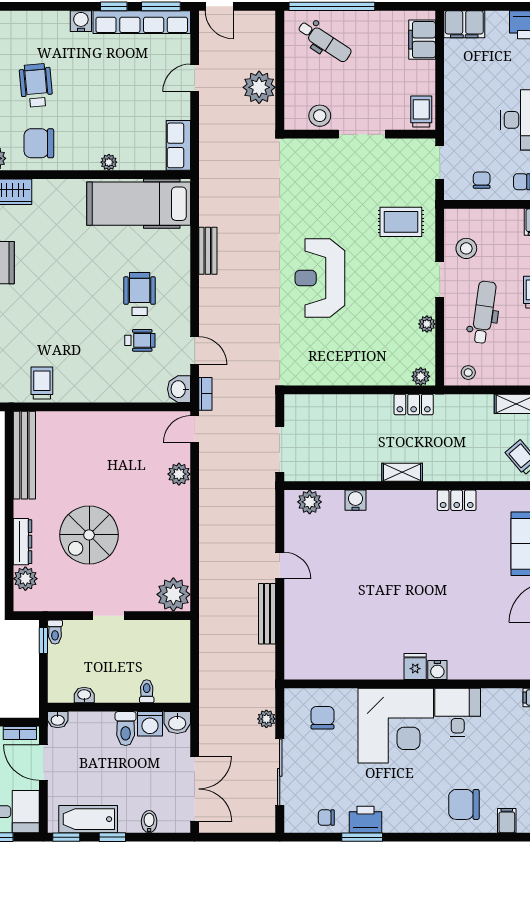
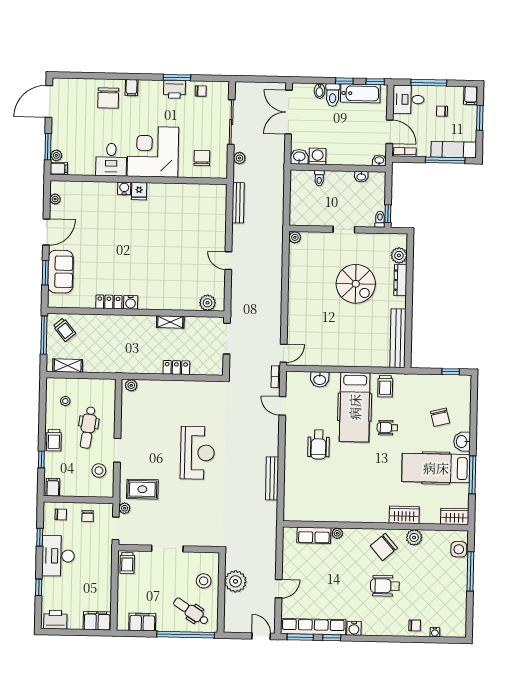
filing cabinet: (422, 40) -> (142, 622), moved, turned -90
wheelchair: (36, 85) -> (385, 586), turned 95
stool: (320, 116) -> (204, 581), moved
chair: (39, 143) -> (384, 547), turned 139
row of seats: (178, 145) -> (314, 535), moved, turned 90
hospital bed: (139, 204) -> (355, 407), moved, turned 90
bench: (208, 251) -> (272, 478), width x1.36
plant: (427, 324) -> (125, 508), moved
wheelchair: (140, 340) -> (387, 428), moved
stool: (468, 373) -> (65, 401), moved
washbasin: (179, 389) -> (320, 379), moved, turned 90
locker: (414, 404) -> (176, 368), moved
shelving: (402, 472) -> (170, 322), moved
plant: (179, 474) -> (295, 323), removed
water cooler: (356, 500) -> (131, 302), moved
spiral stairs: (89, 535) -> (356, 284), turned 90
plant: (173, 594) -> (295, 237), width x0.53, depth x0.53
bench: (267, 614) -> (238, 203), moved
chair: (322, 718) -> (202, 158), turned 180
toilet: (126, 729) -> (333, 95), moved, turned 180
chair: (464, 804) -> (108, 98), turned 90
filing cabinet: (507, 821) -> (132, 88), moved

